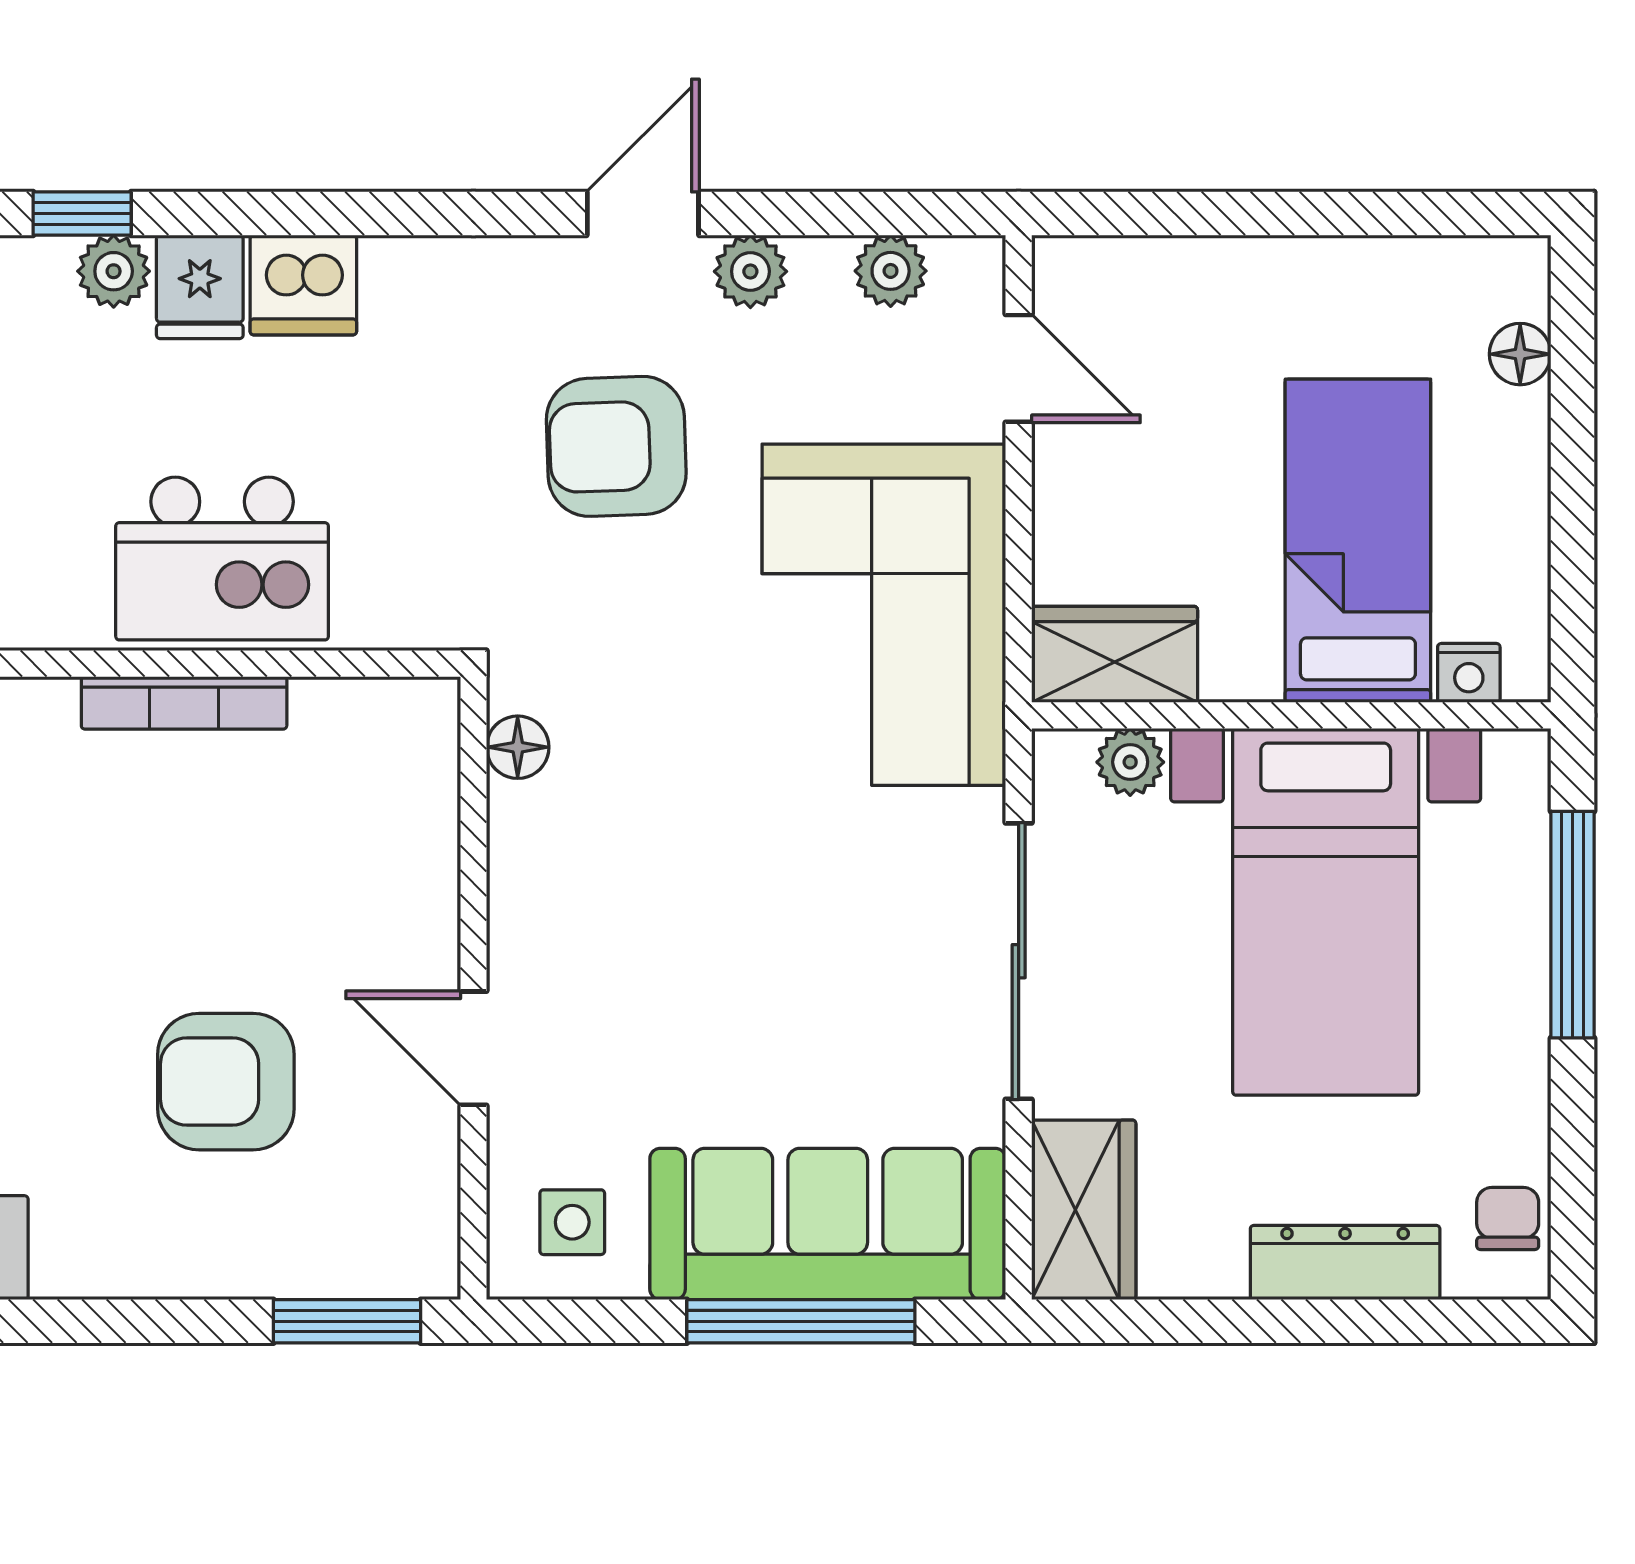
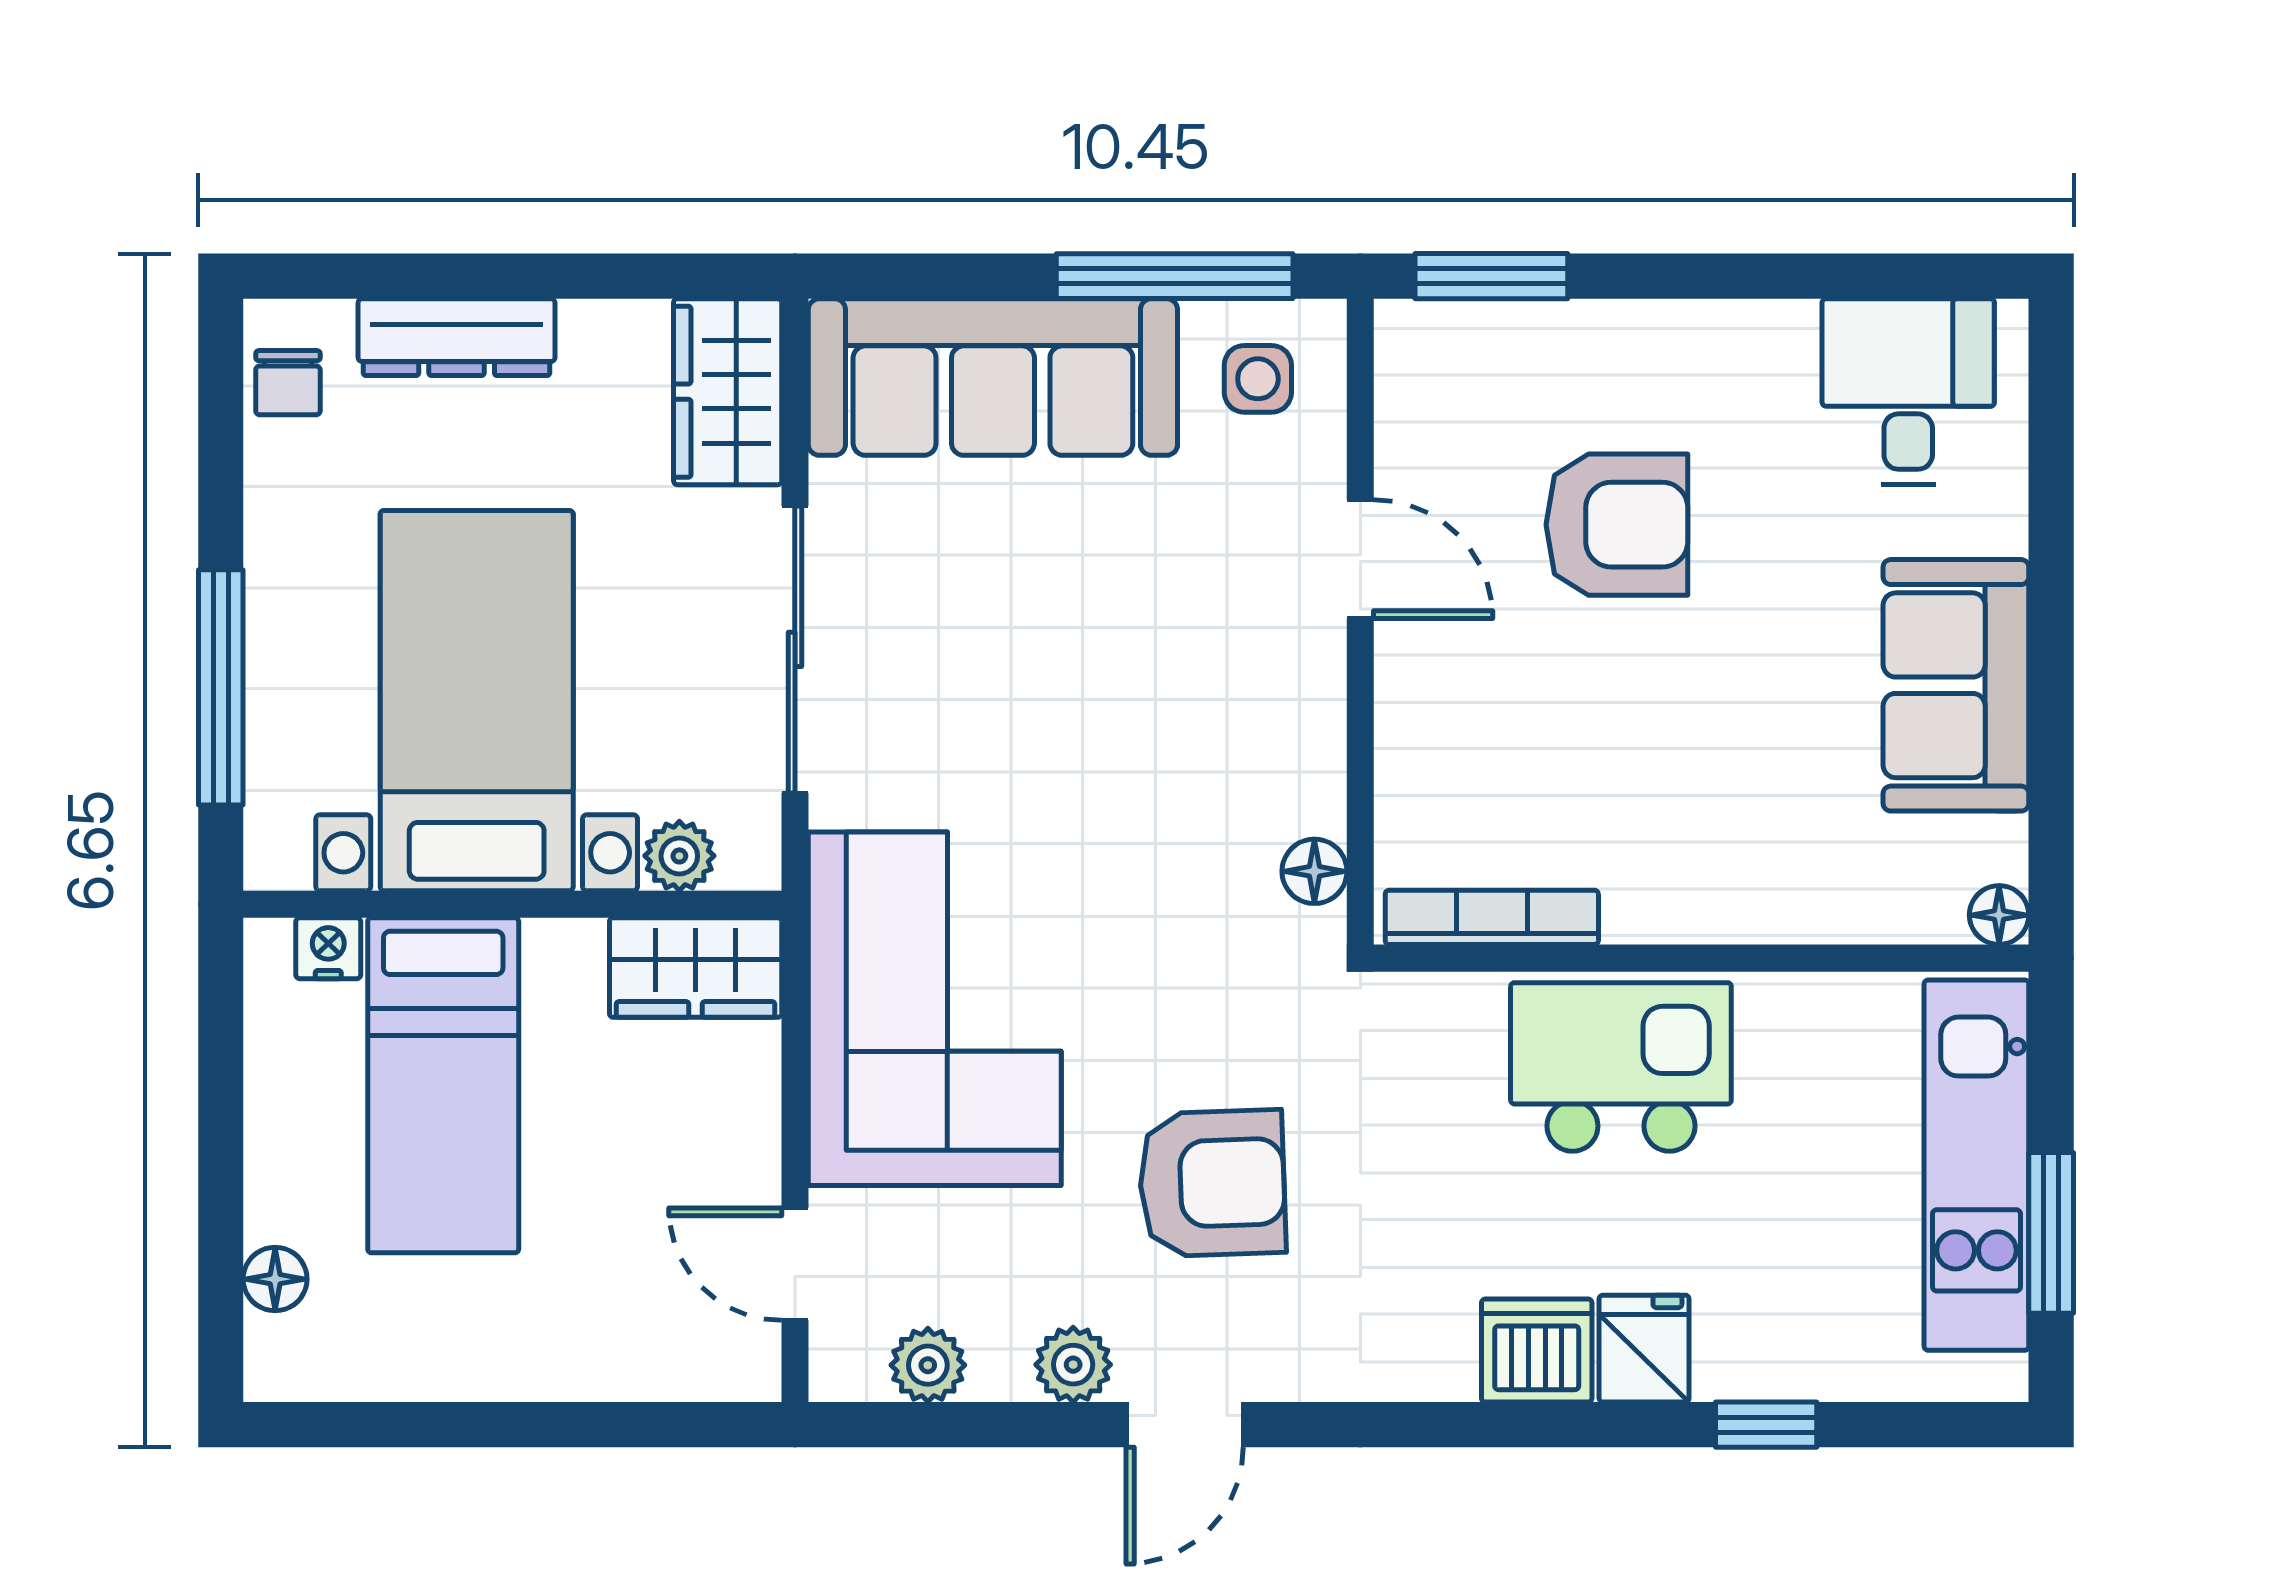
plant: (114, 271) -> (1733, 1365), removed
bookcase: (184, 703) -> (1492, 917), moved
window: (801, 1321) -> (1175, 276), moved

